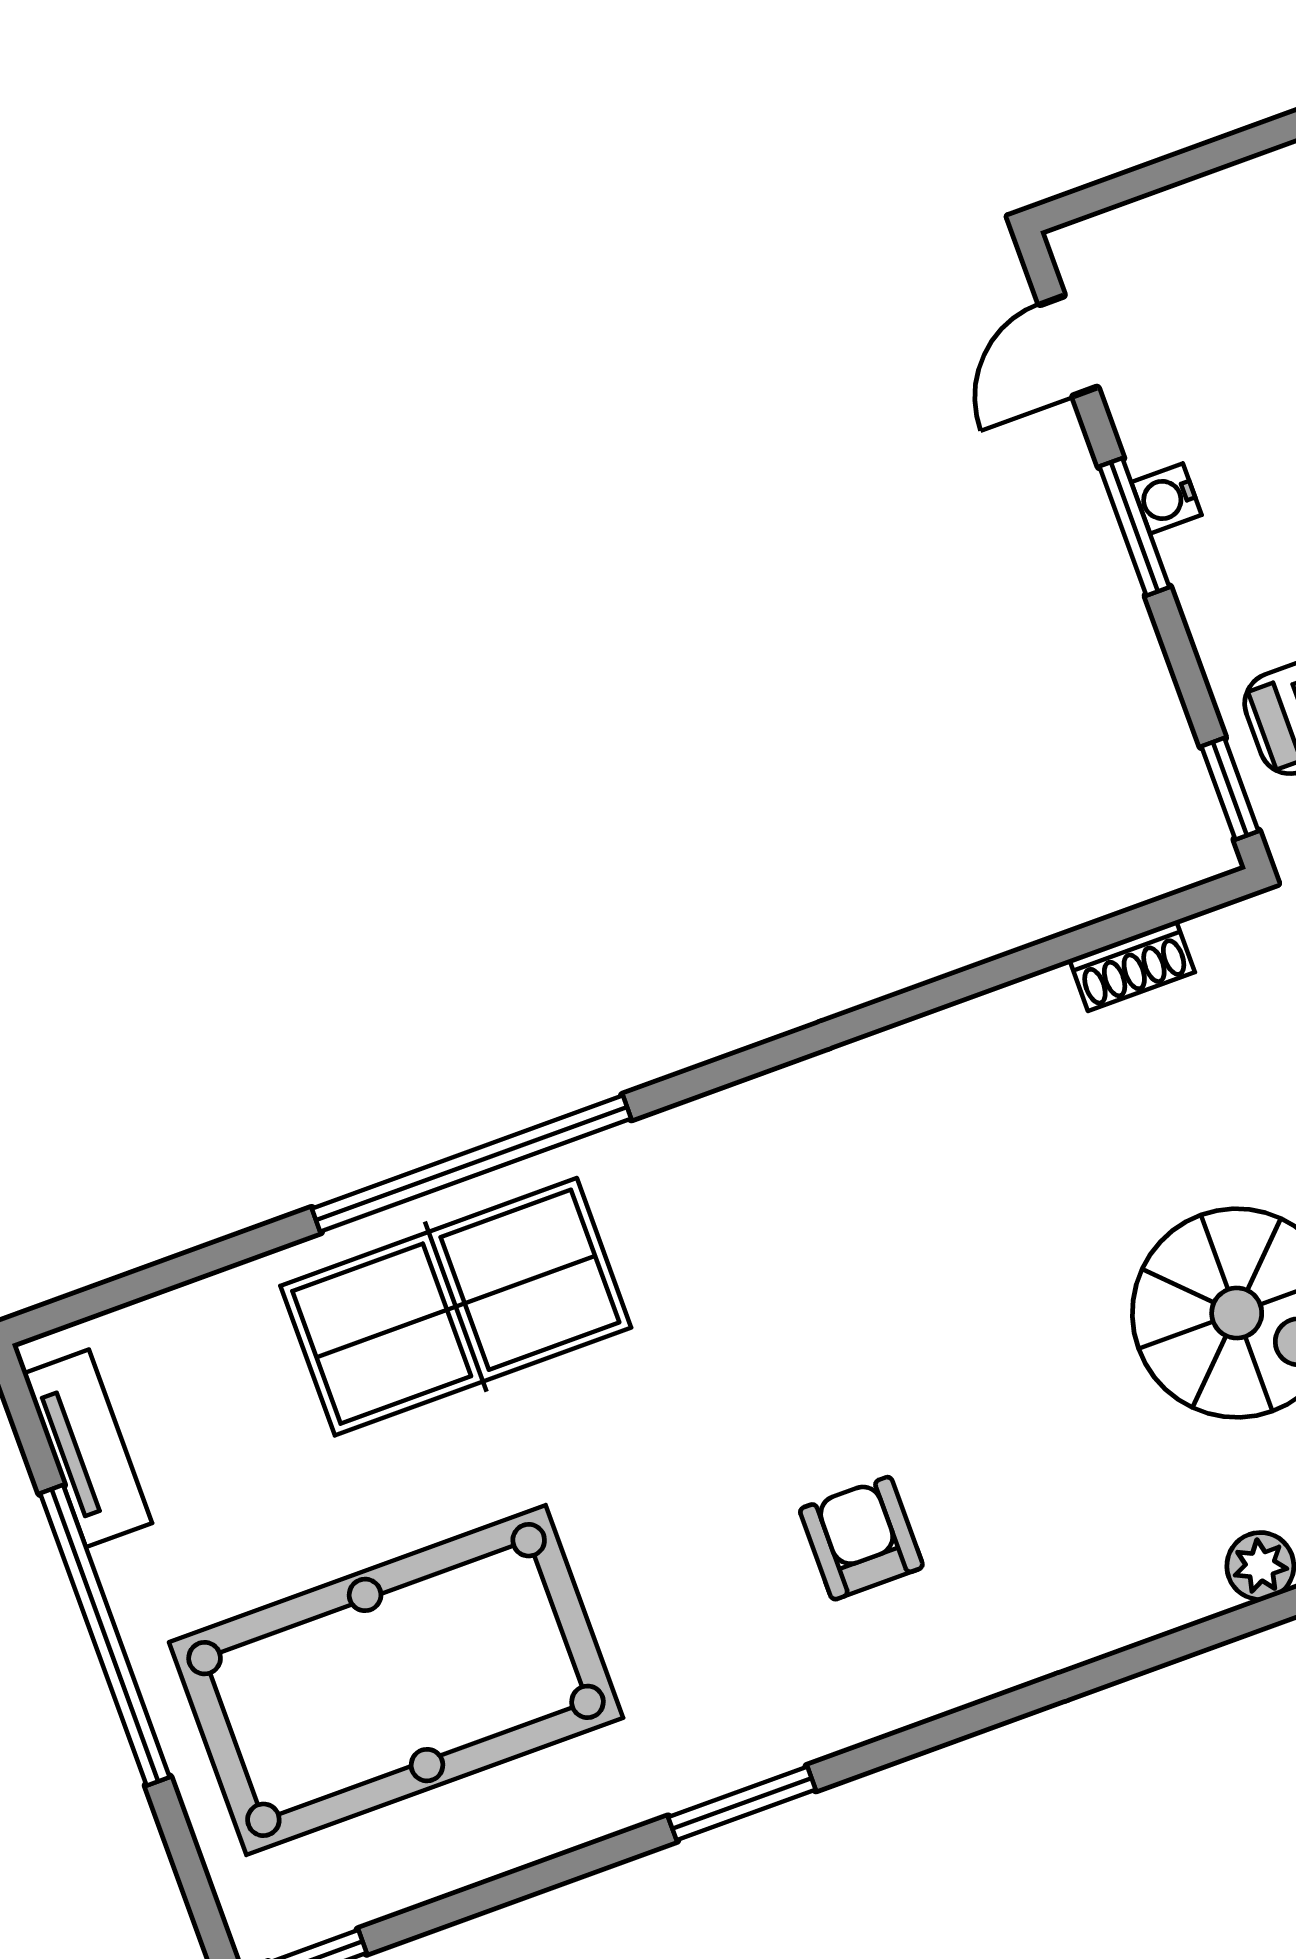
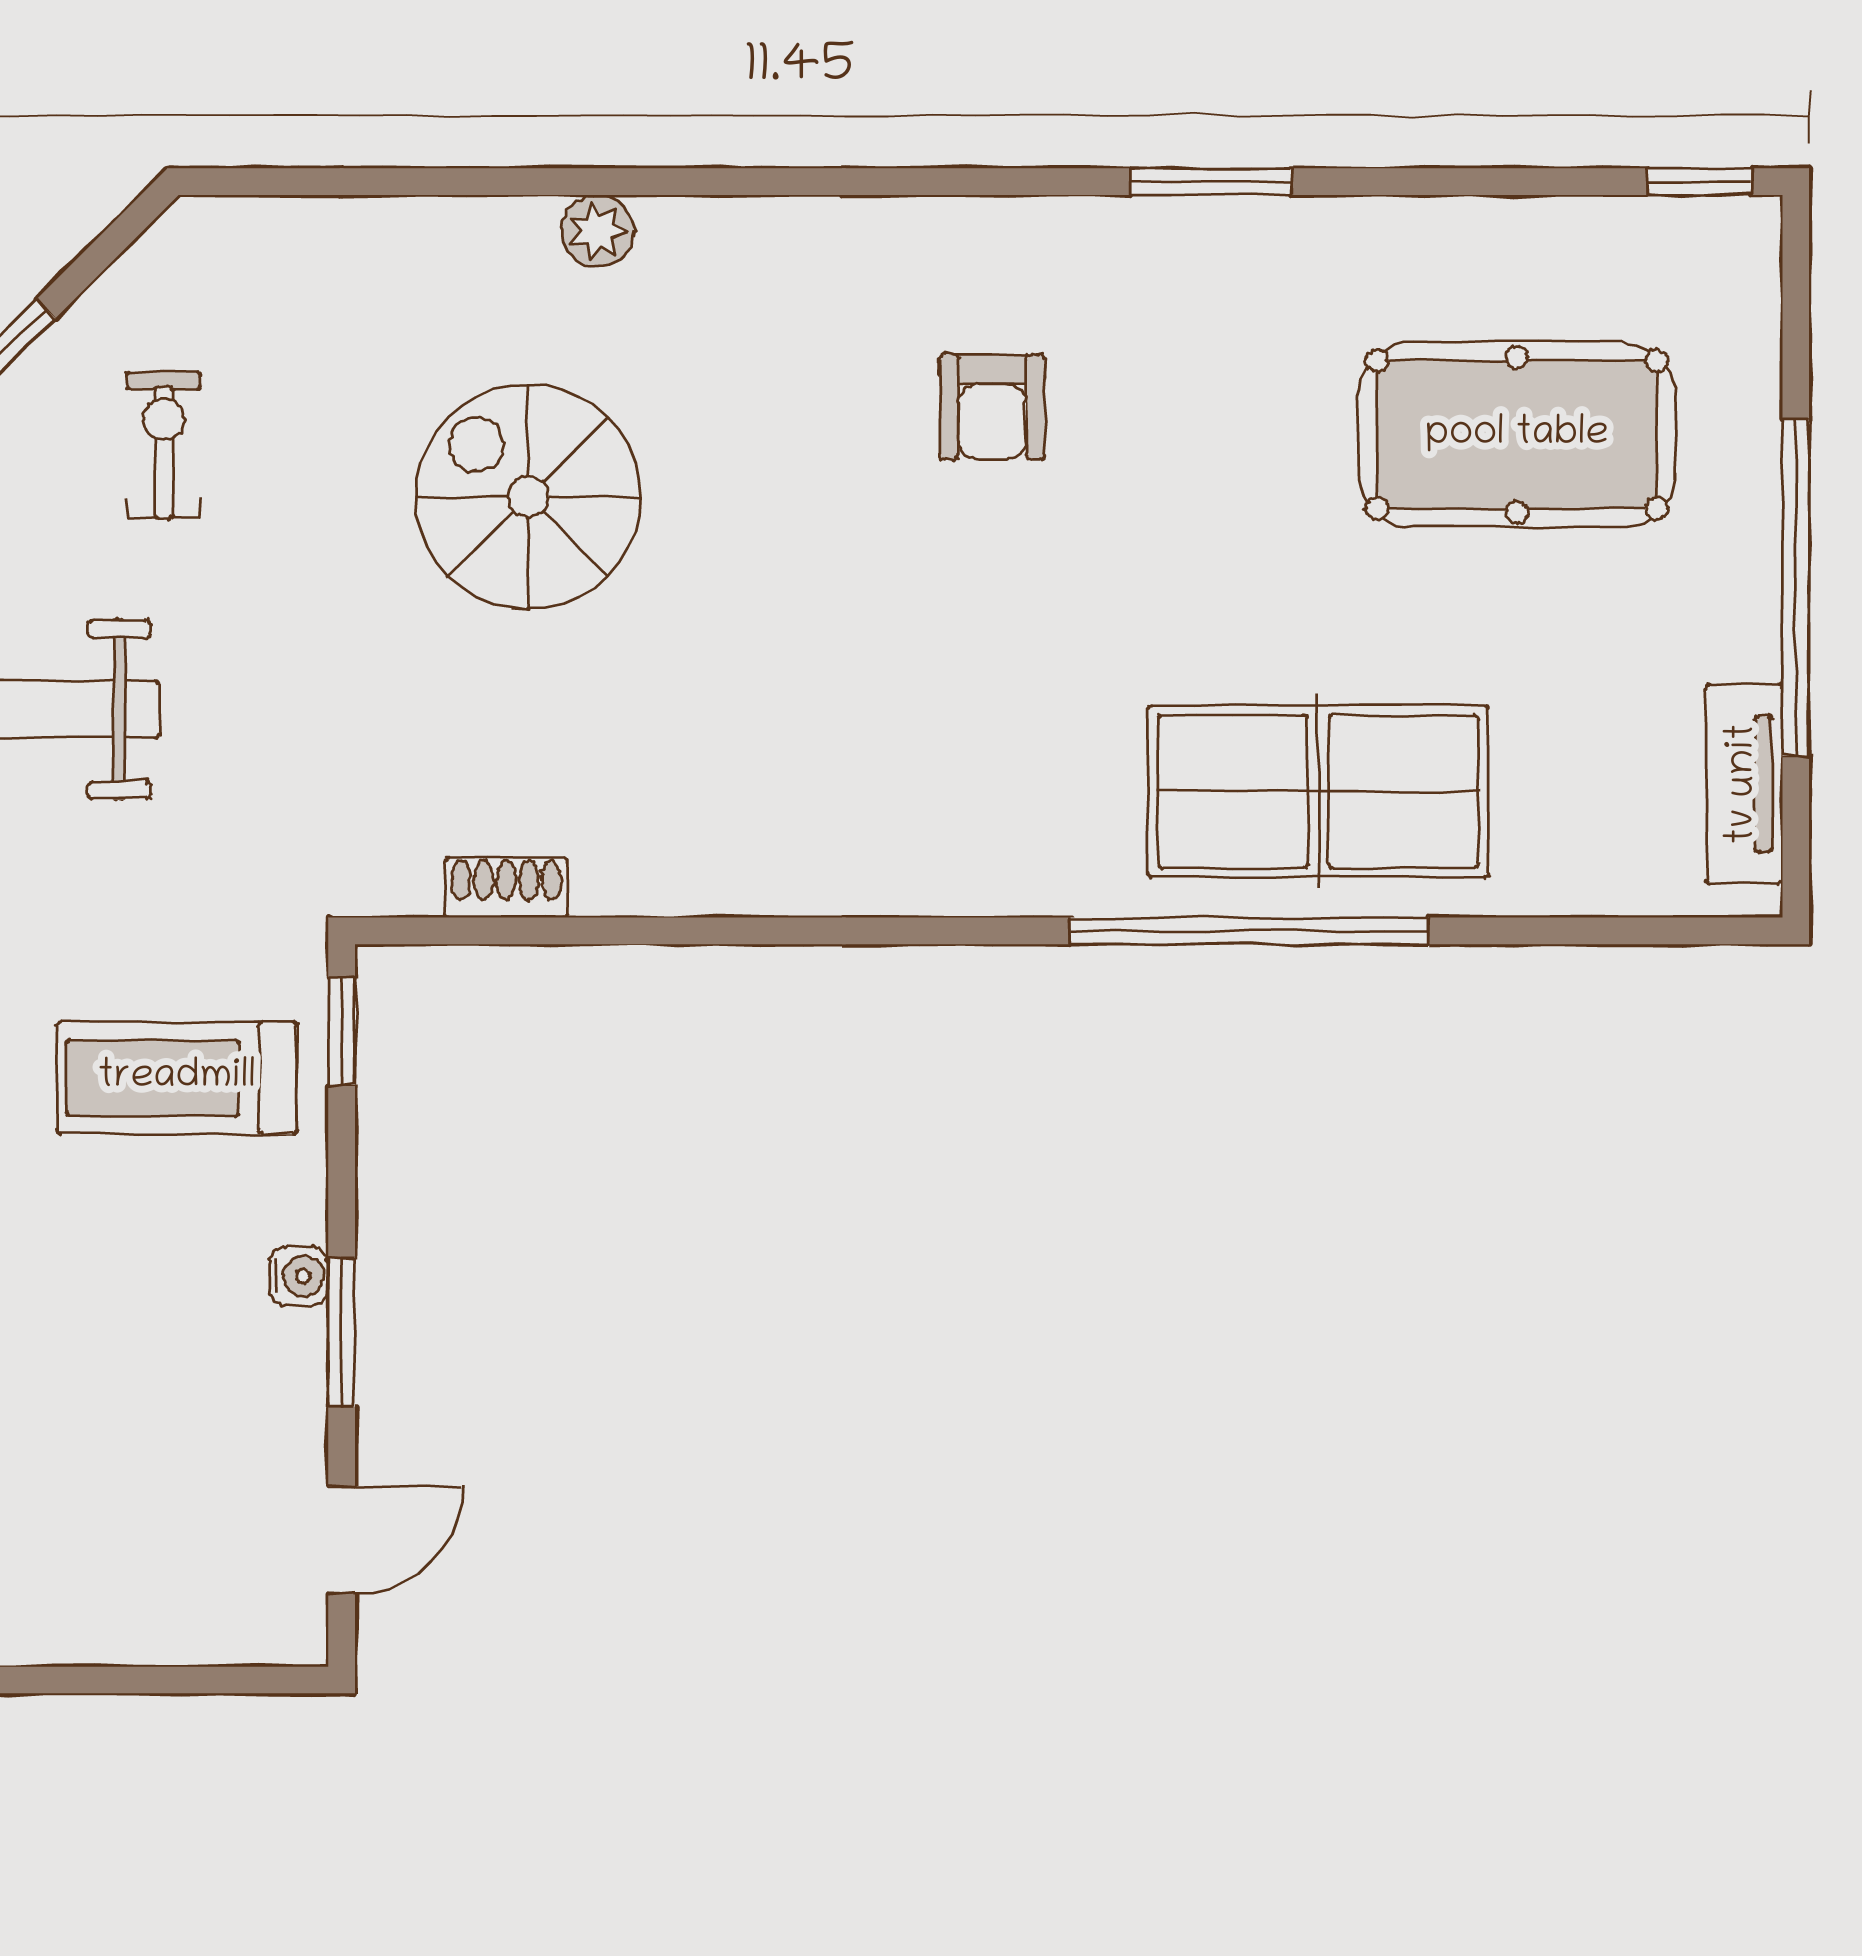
water cooler: (1166, 499) -> (299, 1276), moved
pool table: (396, 1680) -> (1517, 435), width x0.73, depth x0.76

